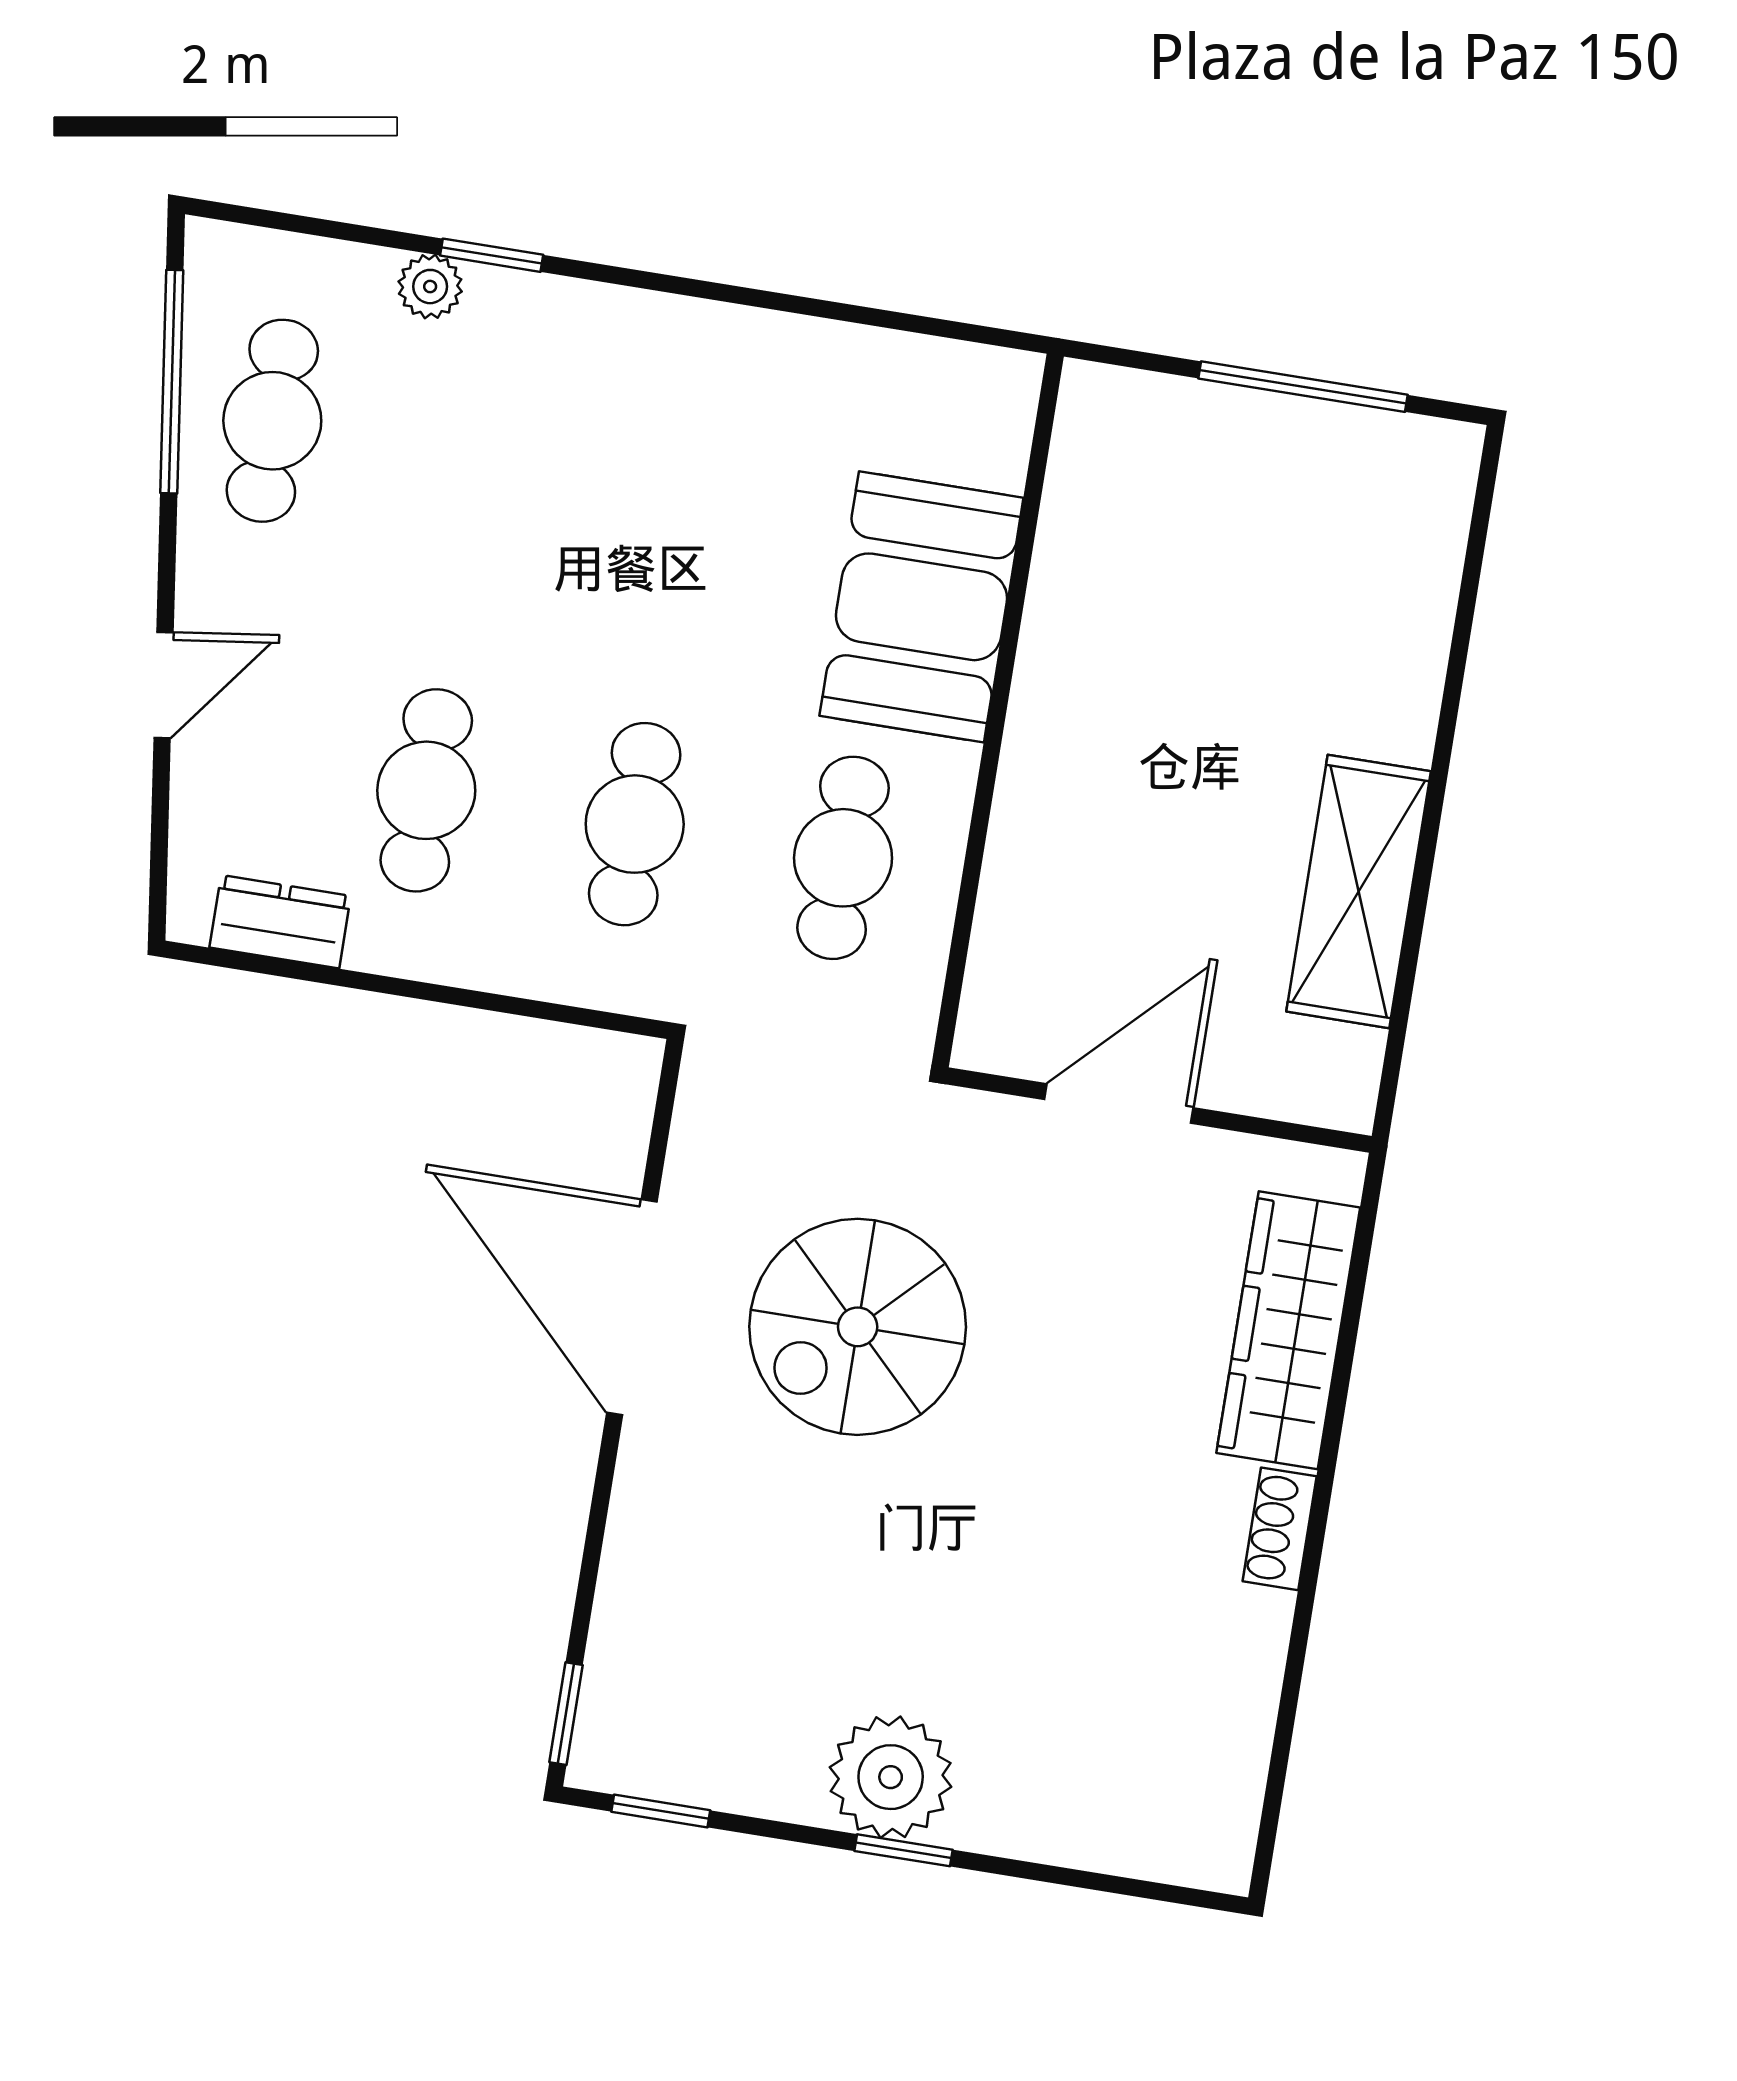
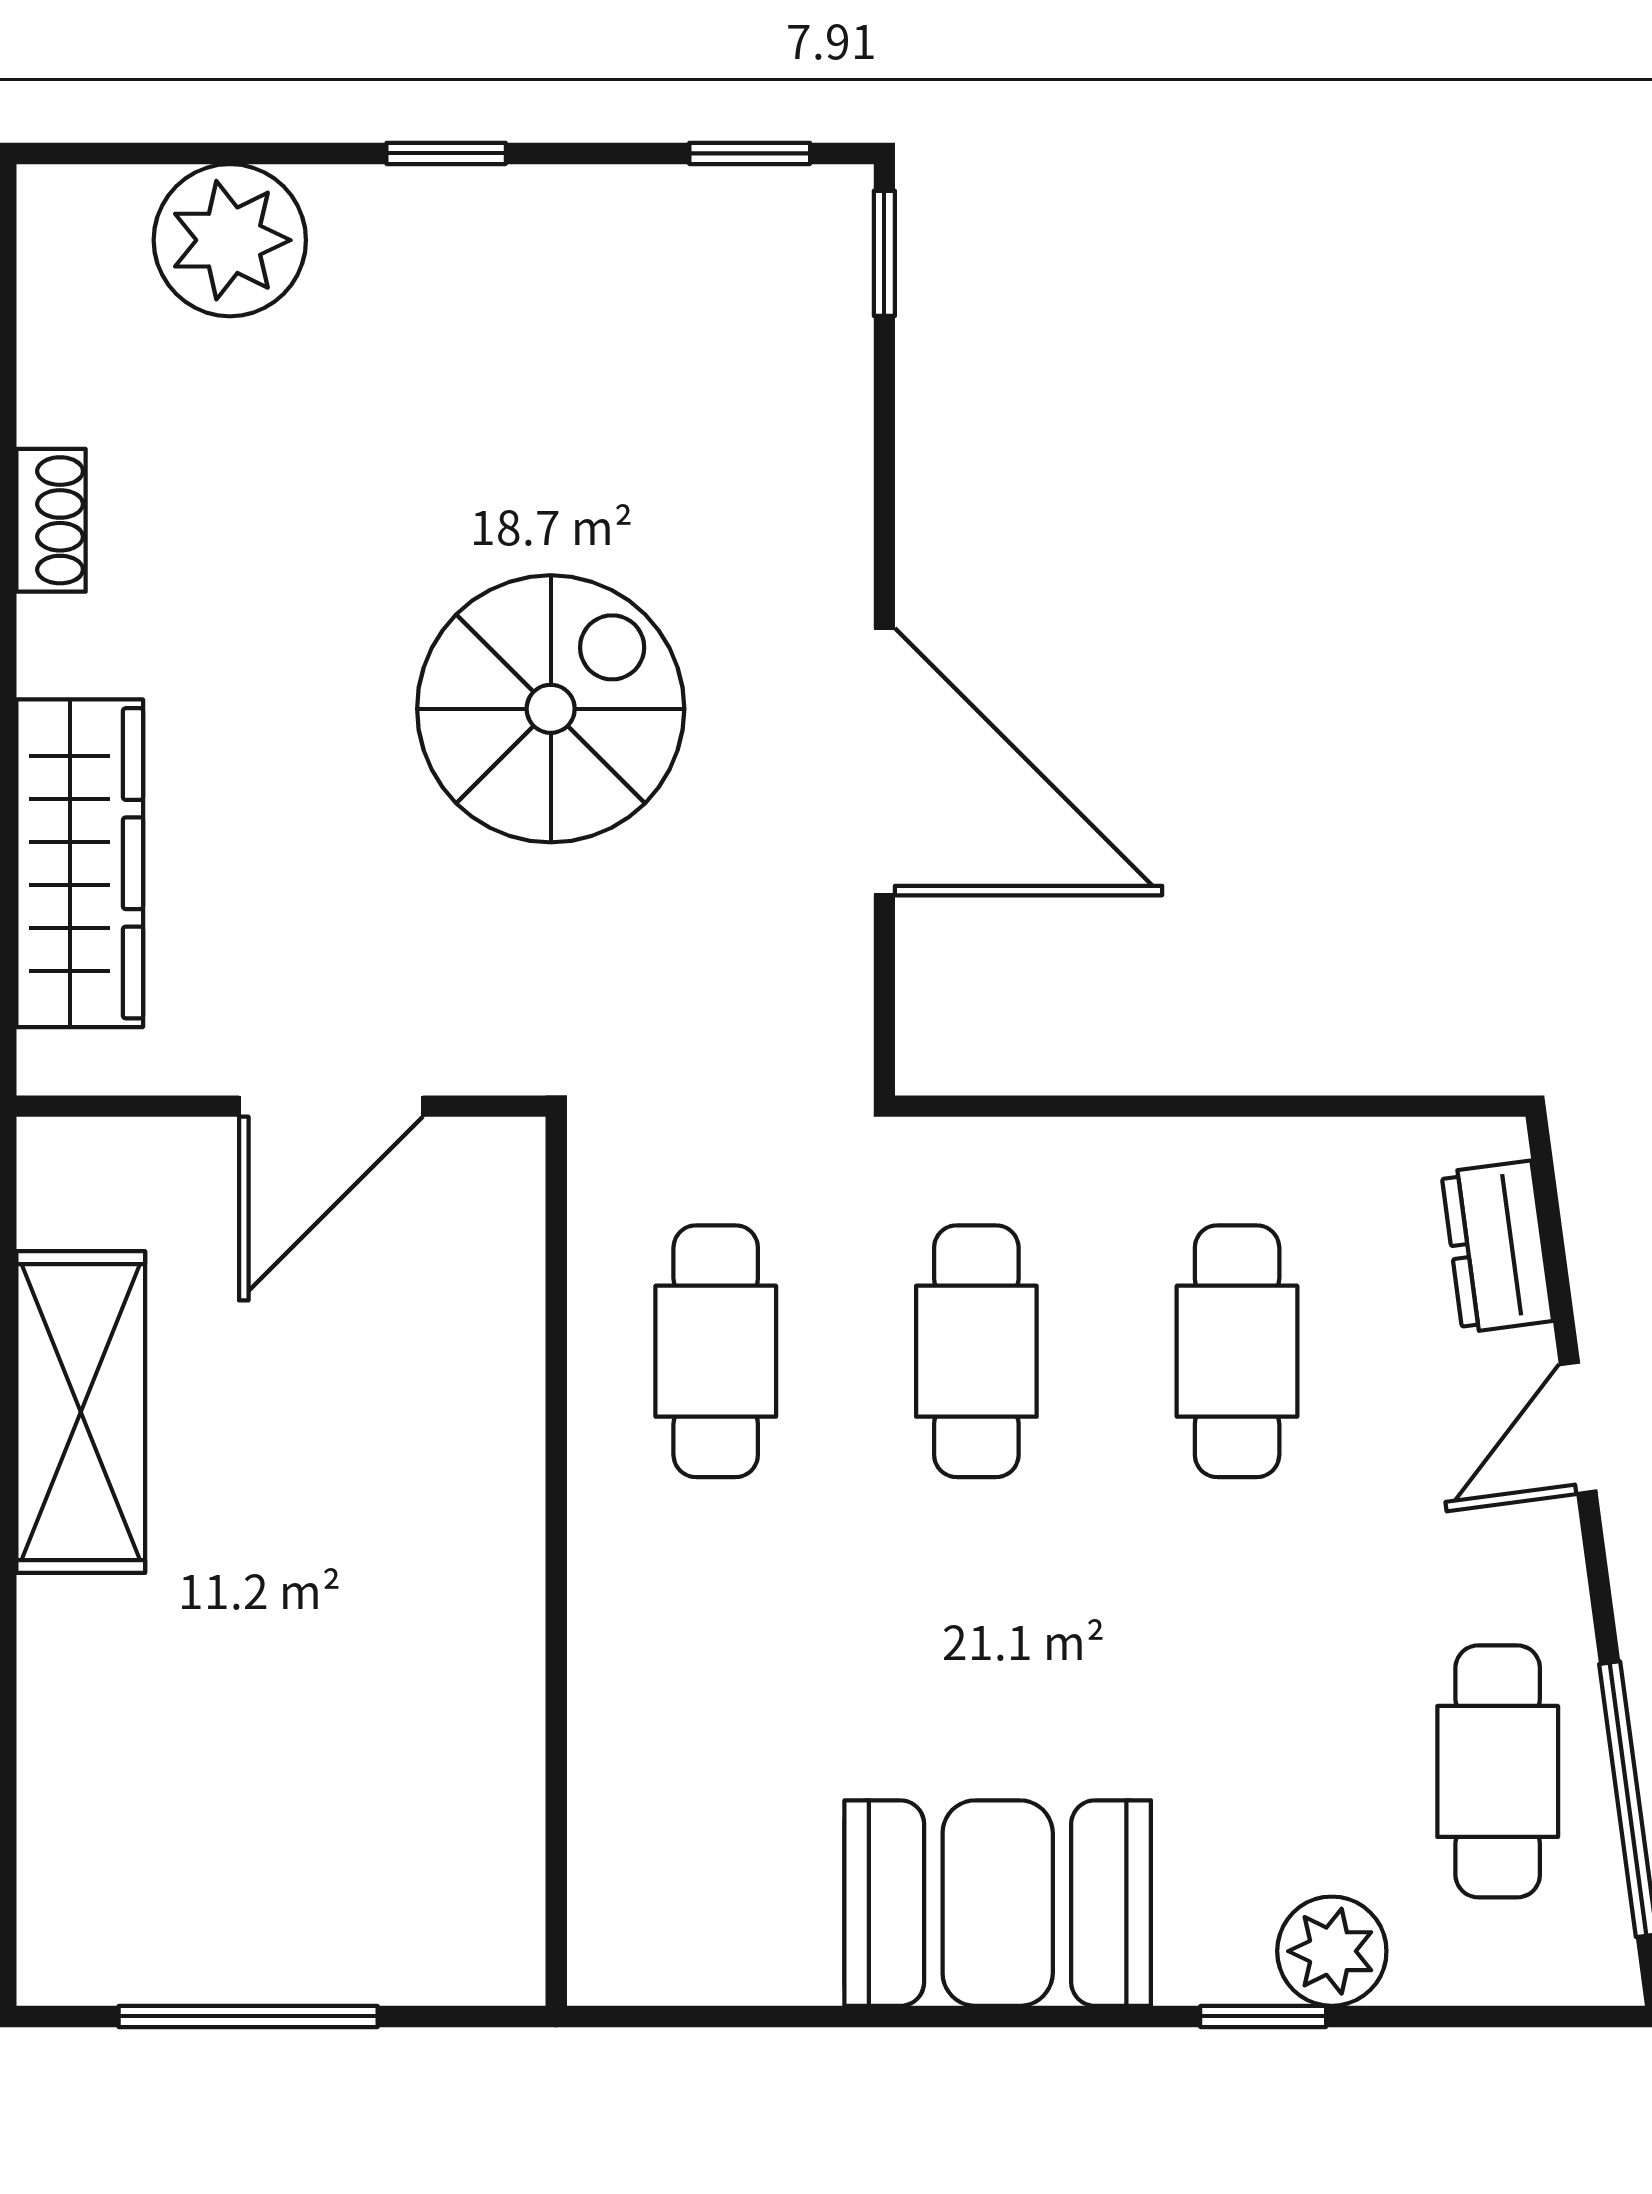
plant: (430, 287) -> (1332, 1951), width x1.38, depth x1.38
booth: (921, 607) -> (998, 1903), moved, turned 90
dresser: (280, 922) -> (1497, 1247), moved, turned 82
spiral stairs: (858, 1327) -> (551, 709), moved
shoe rack: (1280, 1529) -> (51, 520), moved
plant: (891, 1777) -> (230, 240), moved

